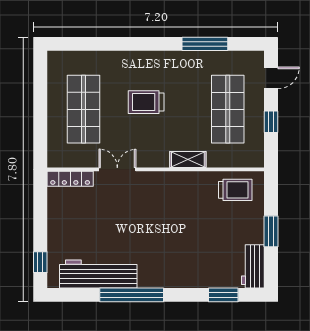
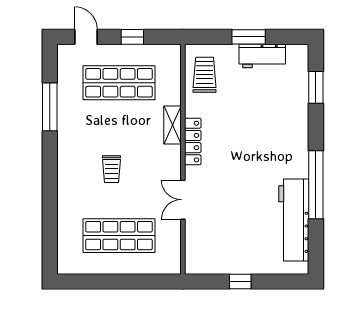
trolley: (146, 102) -> (112, 169), width x0.73, depth x0.72
locker: (70, 179) -> (193, 142), moved
window: (40, 262) -> (240, 281), moved
workbench: (253, 266) -> (262, 56), moved

